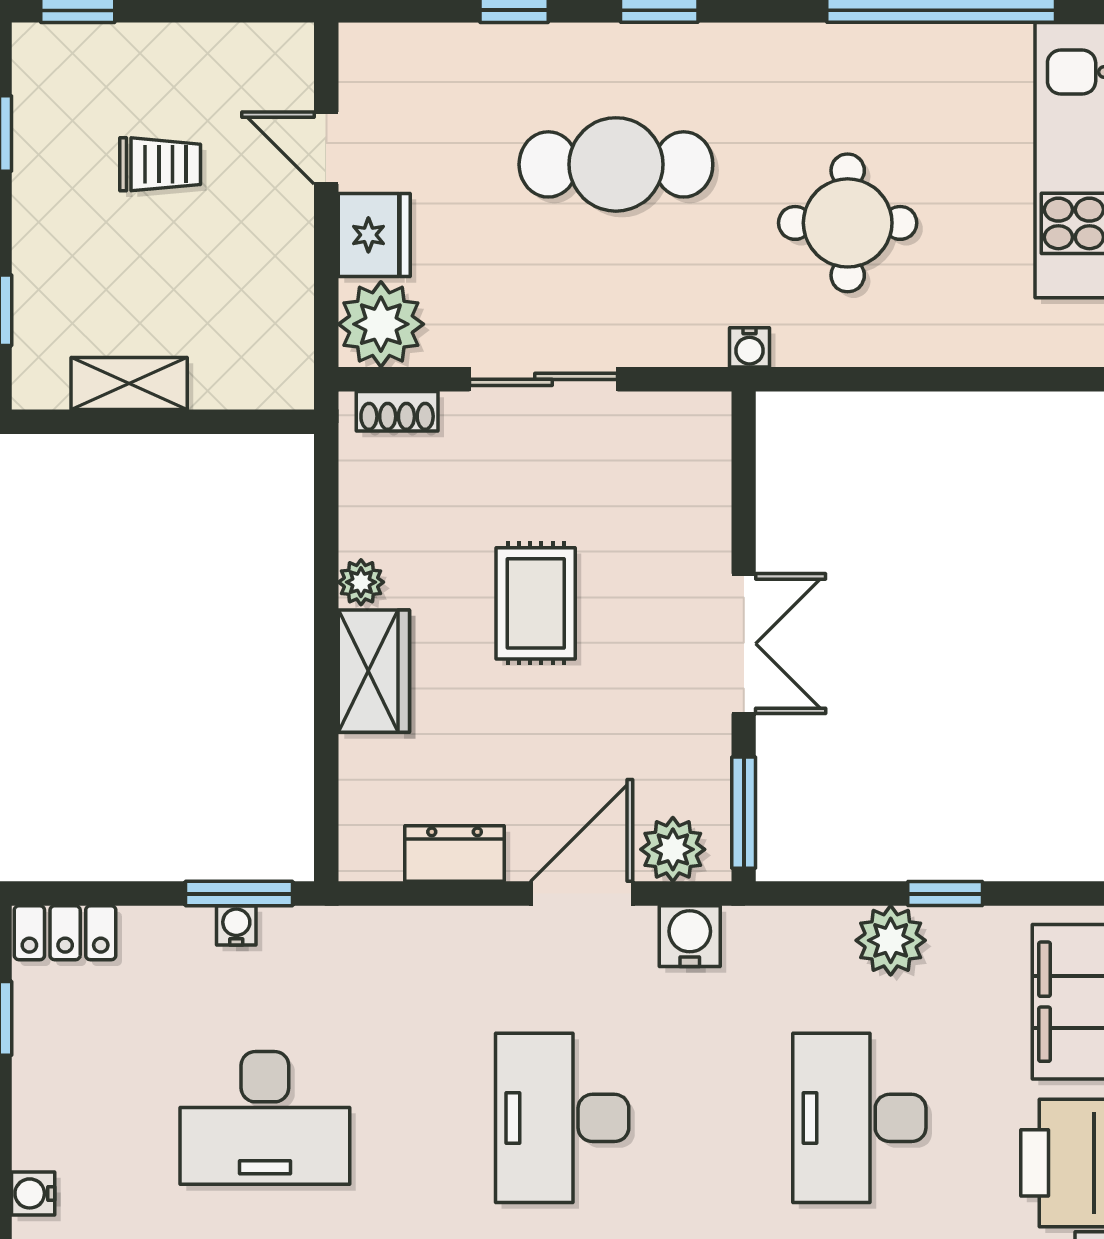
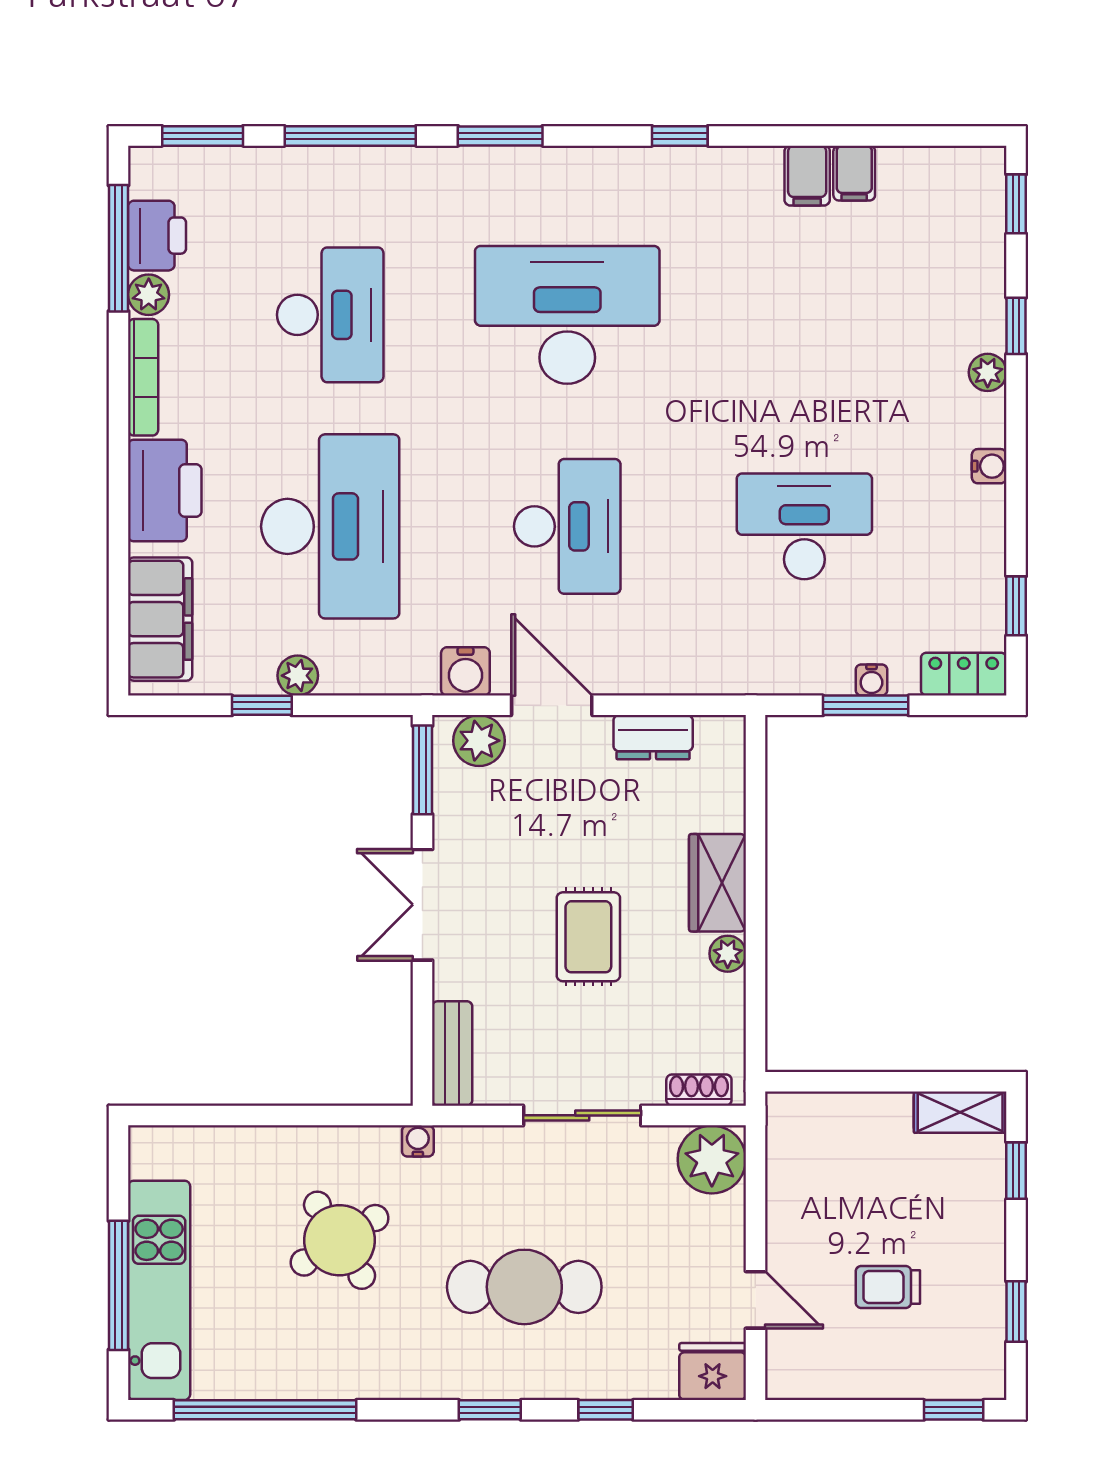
round table: (848, 223) -> (340, 1240), turned -32
fridge: (374, 235) -> (713, 1372), moved, turned 90
shelving: (129, 384) -> (960, 1112), moved
bench: (706, 457) -> (452, 1053), added
window: (239, 894) -> (866, 705), moved
door: (582, 894) -> (552, 705), swing flipped
water cooler: (236, 925) -> (871, 680), moved
plant: (891, 940) -> (298, 676), width x0.73, depth x0.73
desk: (859, 1118) -> (330, 526), width x1.36, depth x1.30

